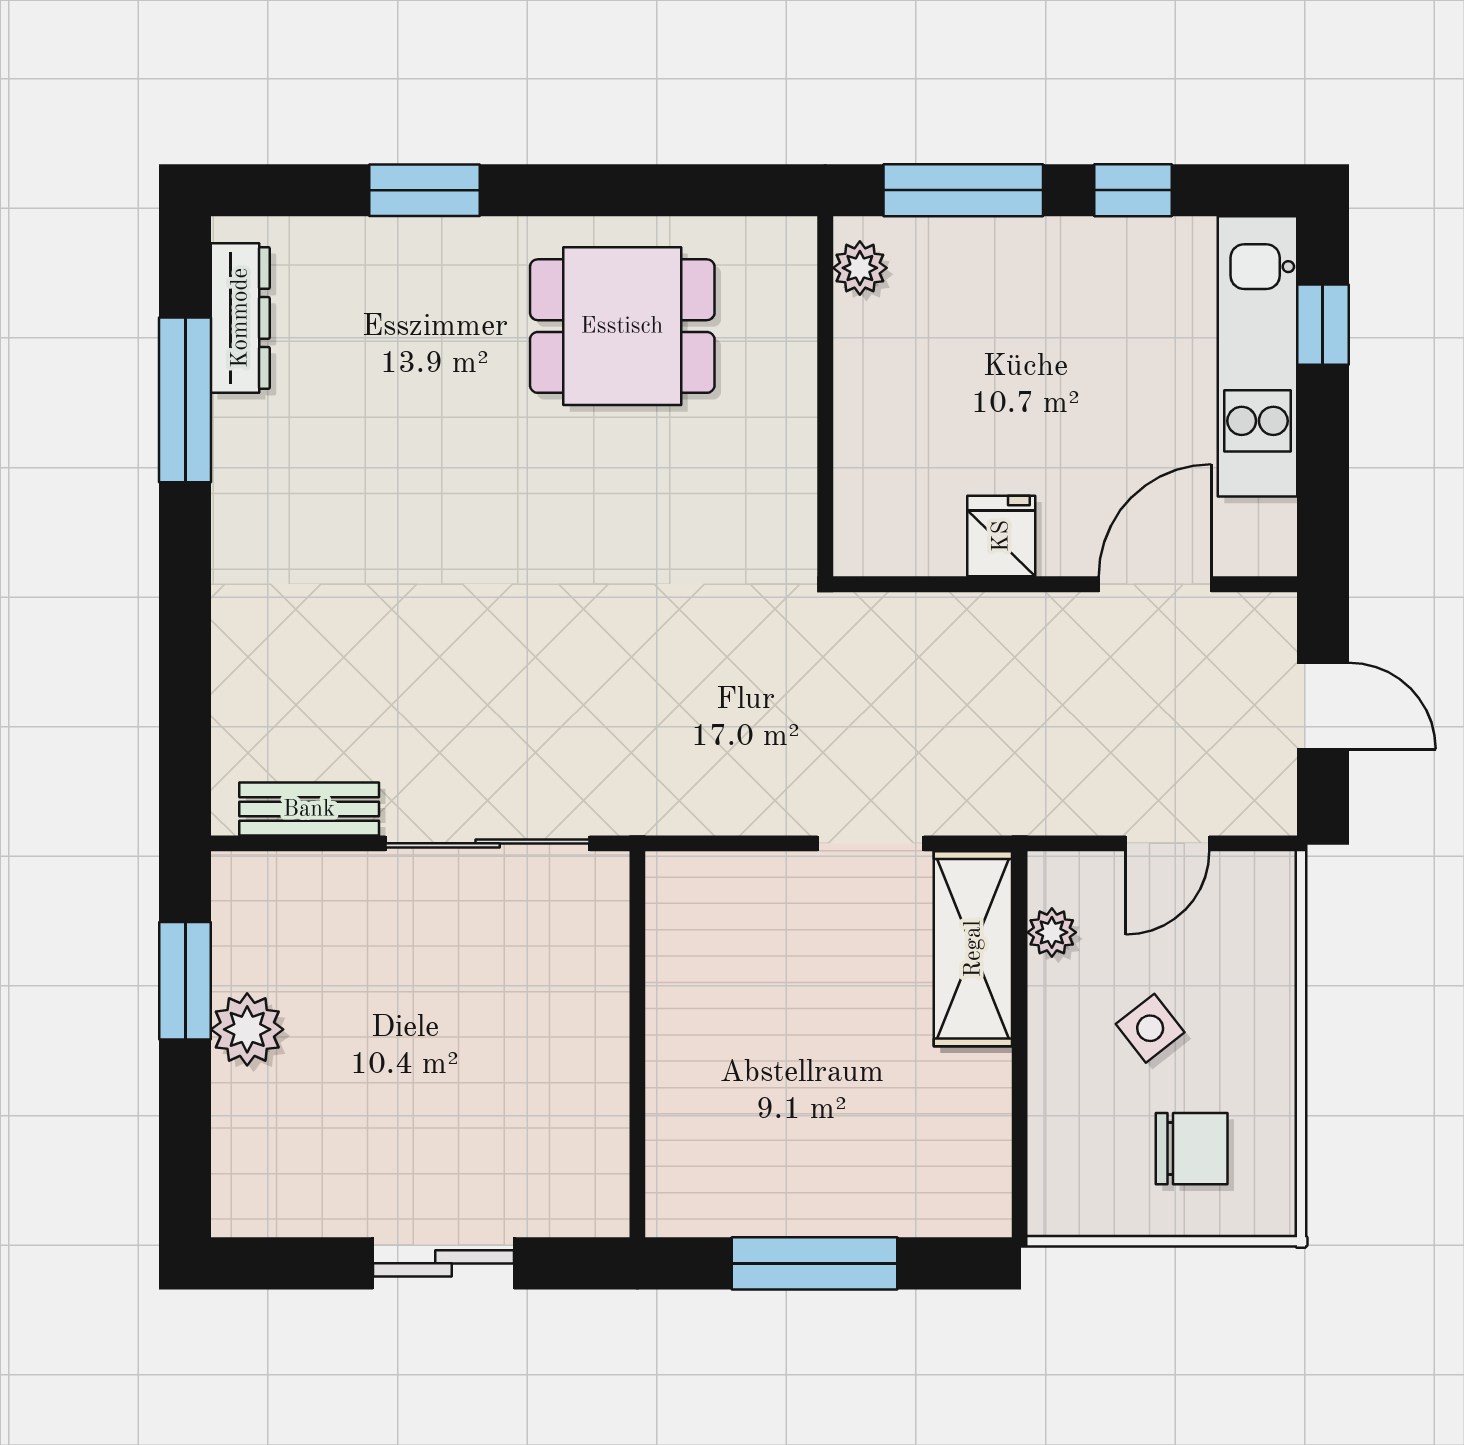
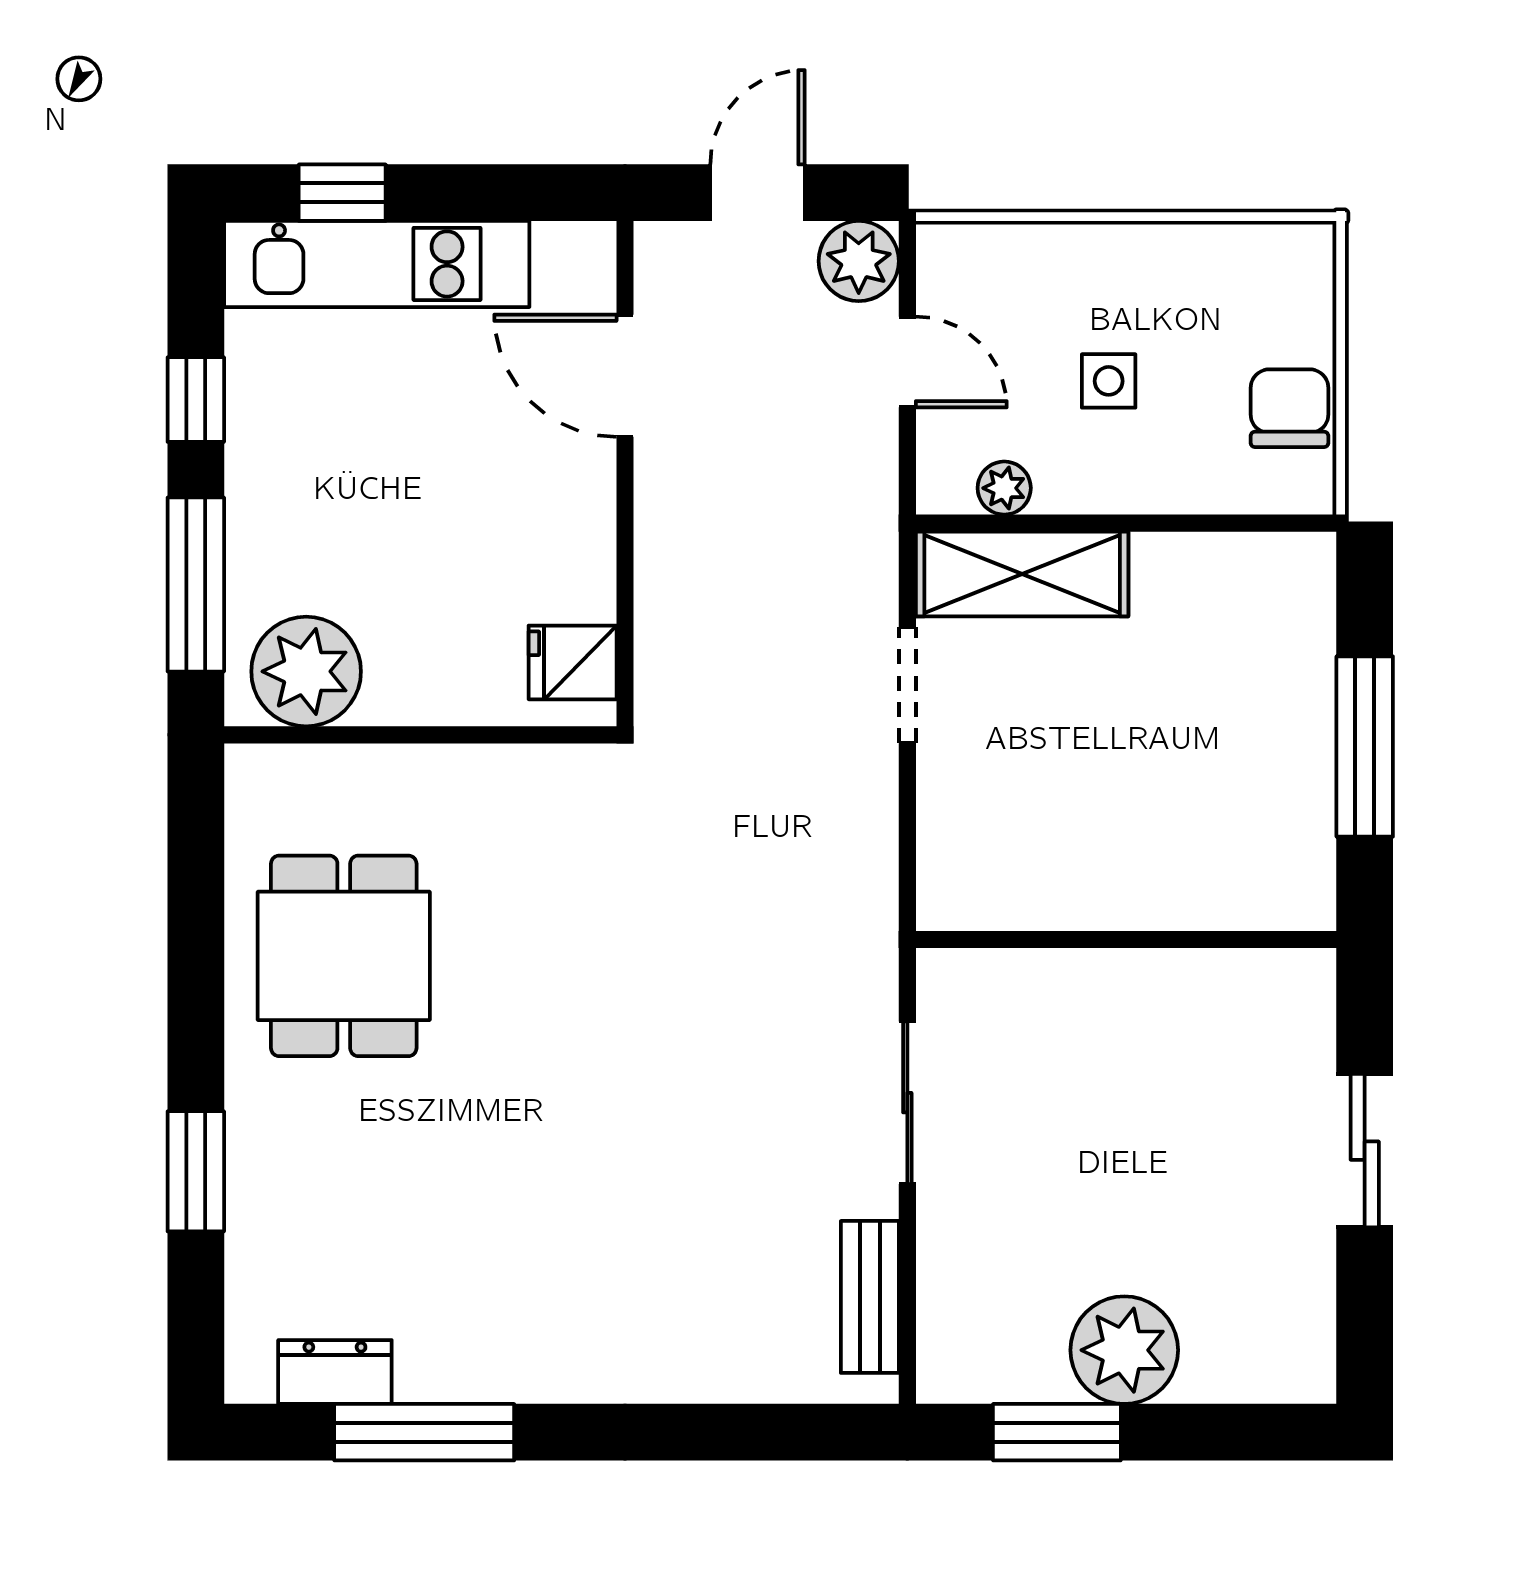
plant: (860, 268) -> (306, 671), width x1.88, depth x1.88
dresser: (240, 318) -> (335, 1372), width x0.70
fridge: (1001, 536) -> (573, 662), moved
plant: (1260, 799) -> (859, 261), added
sliding door: (488, 843) -> (907, 1103), width x0.73
side table: (1150, 1028) -> (1109, 381), turned 38
plant: (247, 1029) -> (1124, 1350), width x1.36, depth x1.36
chair: (1192, 1149) -> (1289, 408), moved

